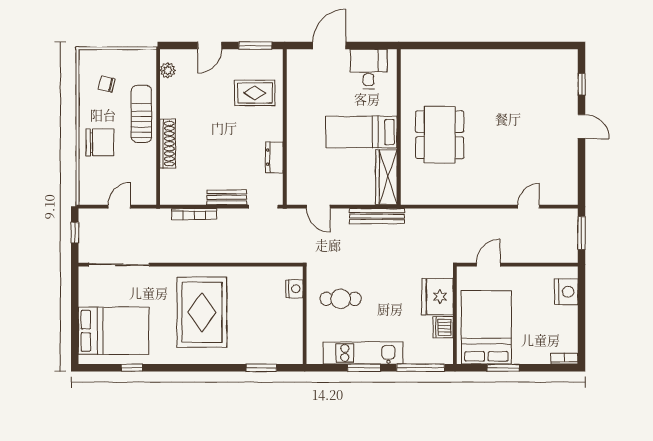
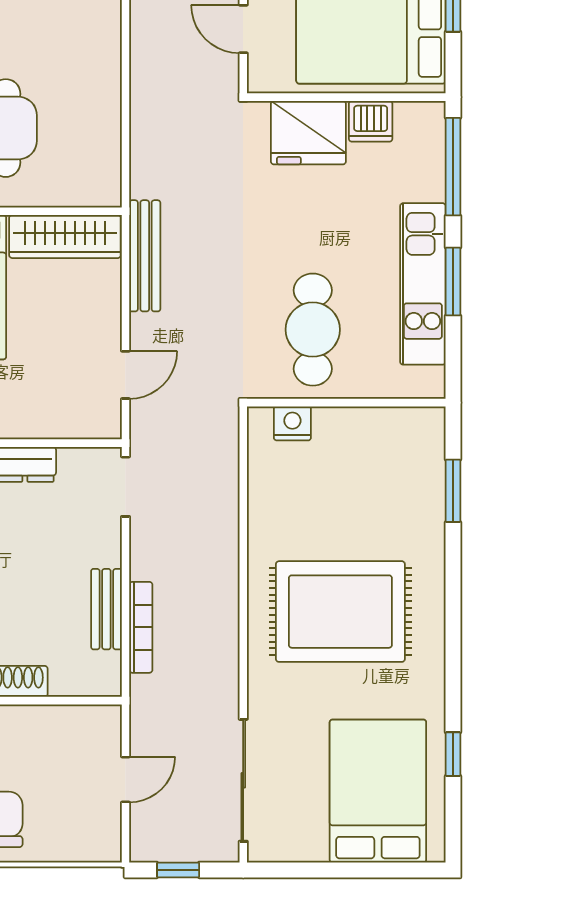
bench: (227, 197) -> (106, 609), moved
door: (119, 207) -> (125, 780), swing flipped
cafe table: (341, 299) -> (313, 330), width x1.37, depth x1.35

